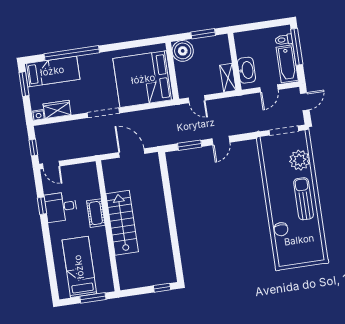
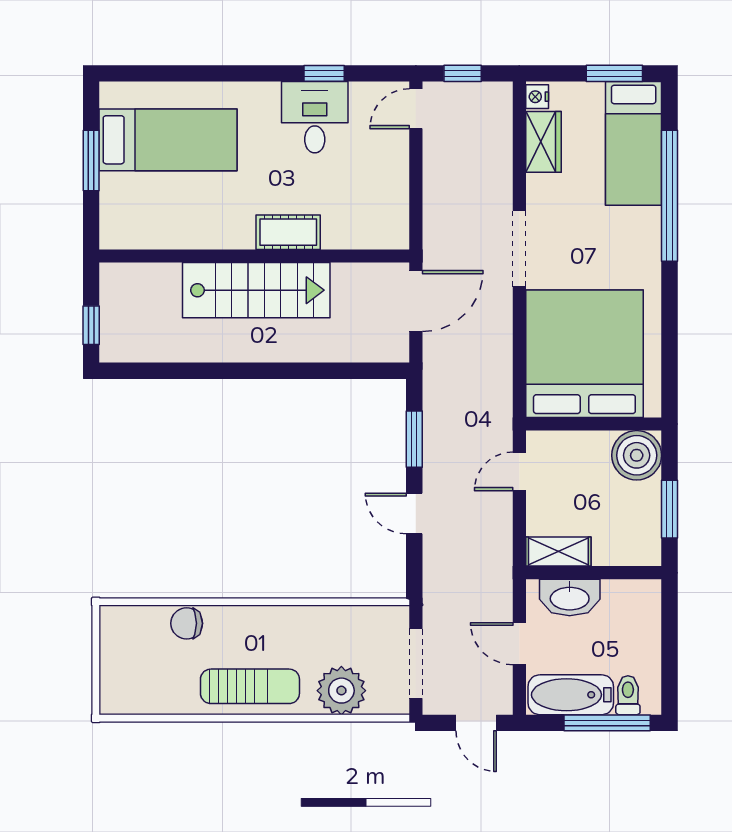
cot: (96, 213) -> (288, 232), moved
stairs: (122, 223) -> (256, 290), moved
wall: (108, 226) -> (254, 256), moved

